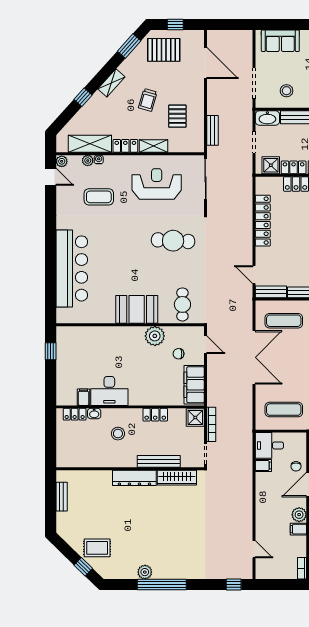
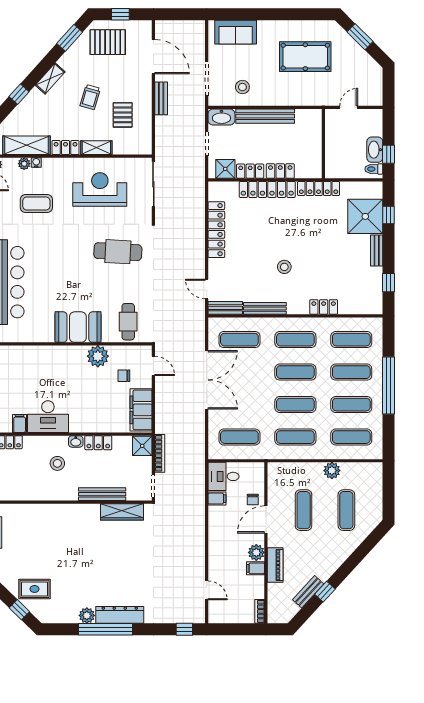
bench: (213, 130) -> (161, 98), moved
washbasin: (94, 414) -> (76, 441), moved
dresser: (134, 478) -> (120, 615), moved, turned 180

